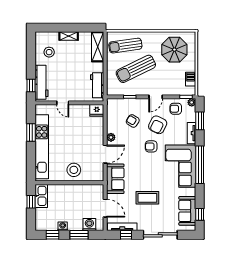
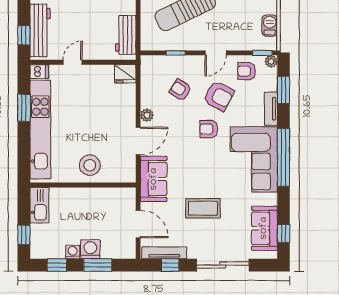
door: (63, 103) -> (73, 62), swing flipped
dishwasher: (41, 109) -> (39, 72), added
armchair: (158, 125) -> (219, 96), turned -88
window: (31, 202) -> (24, 235), moved
washing machine: (89, 225) -> (90, 249), moved

